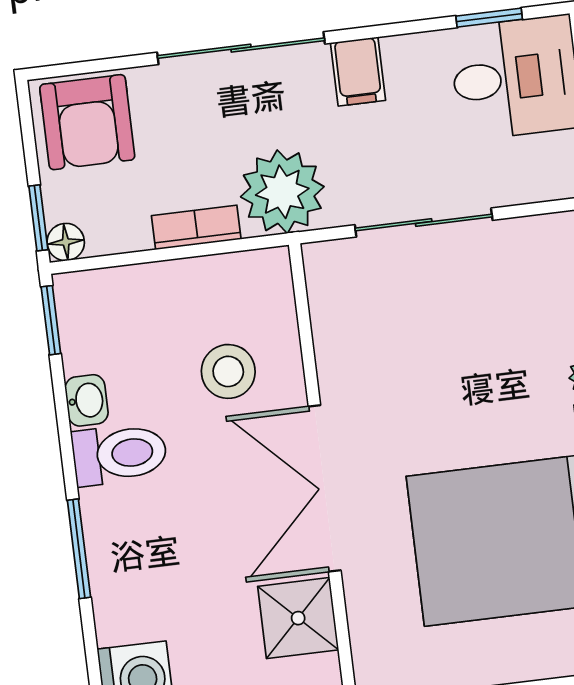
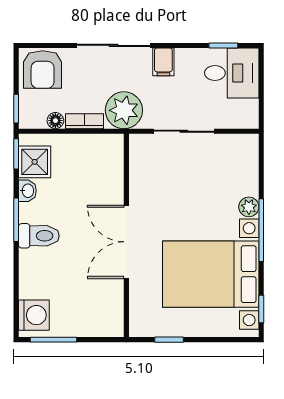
floor lamp: (66, 242) -> (55, 121), moved
stool: (228, 371) -> (91, 186), removed
toilet: (119, 454) -> (39, 236), moved
window: (79, 549) -> (16, 220), moved
shower: (298, 618) -> (35, 162), moved

